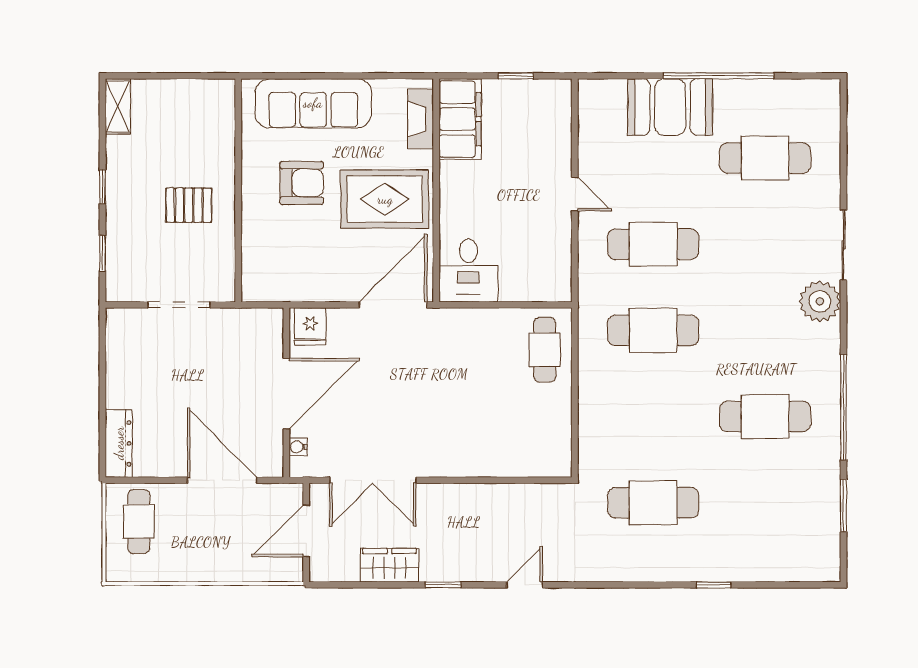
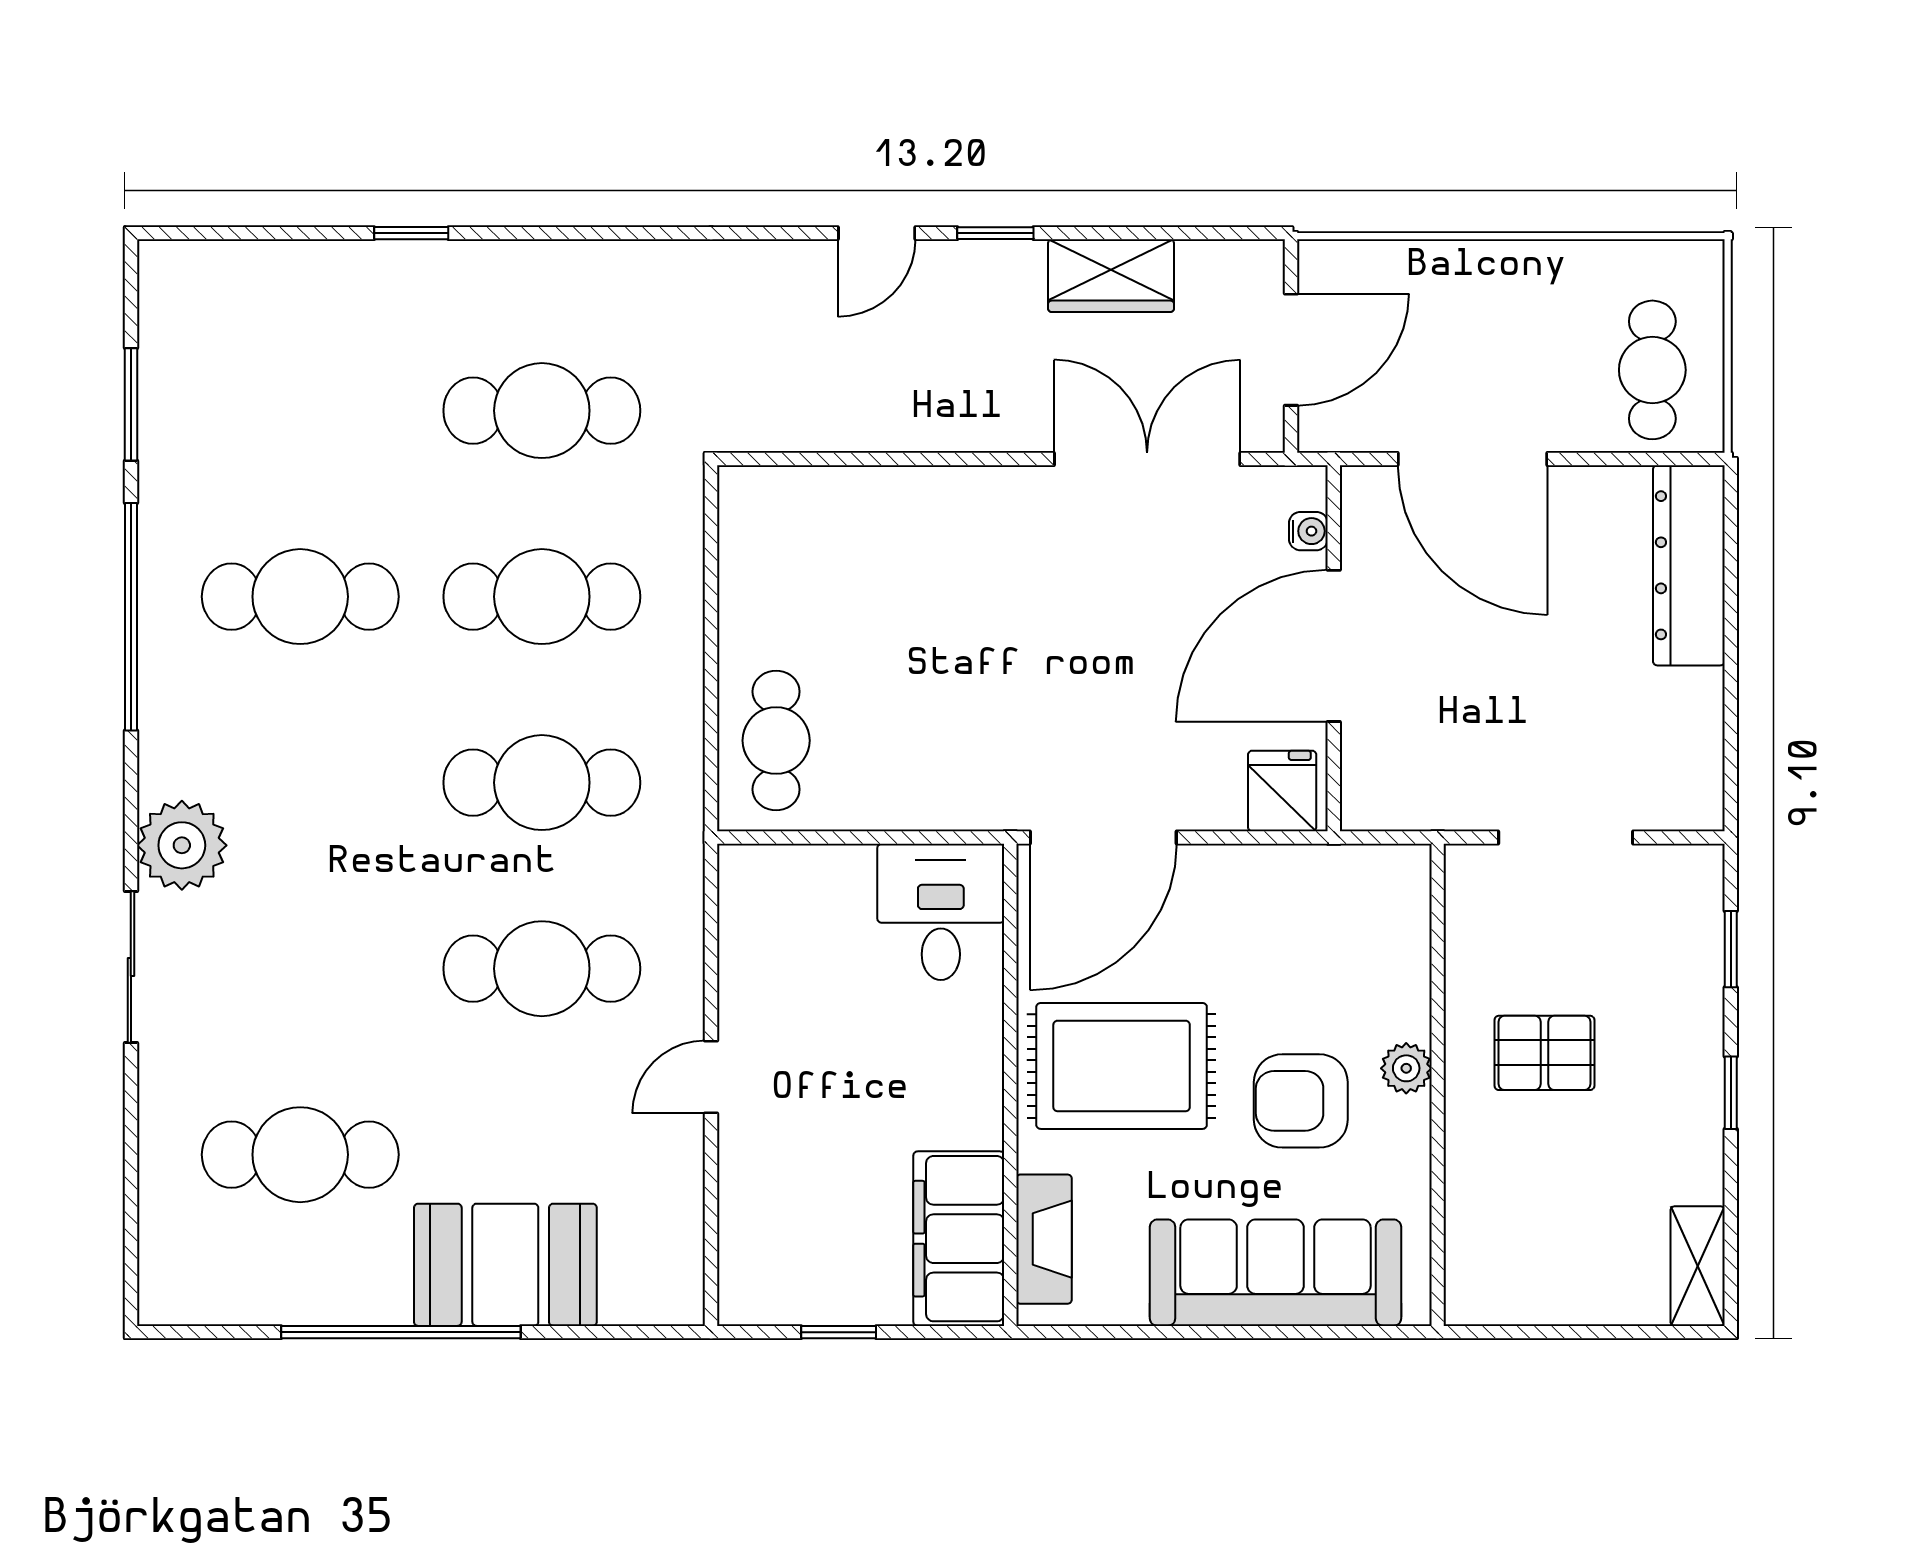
door: (575, 194) -> (711, 1077), hinge flipped
plant: (253, 198) -> (1406, 1068), added
cafe table: (653, 417) -> (542, 597), added
dresser: (119, 443) -> (1689, 565), width x1.37, depth x1.24
door: (525, 585) -> (877, 233), moved

